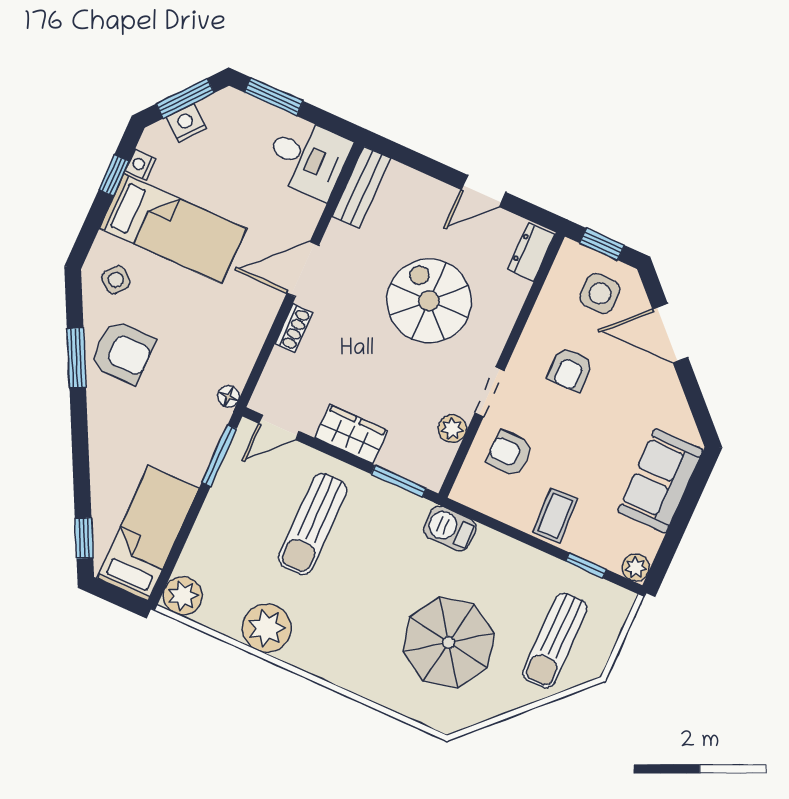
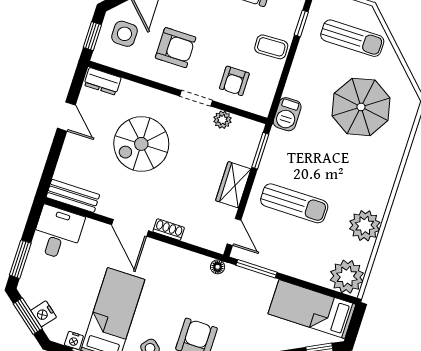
armchair: (570, 369) -> (176, 48), width x1.38, depth x1.38
plant: (183, 596) -> (347, 277), width x1.36, depth x1.36

